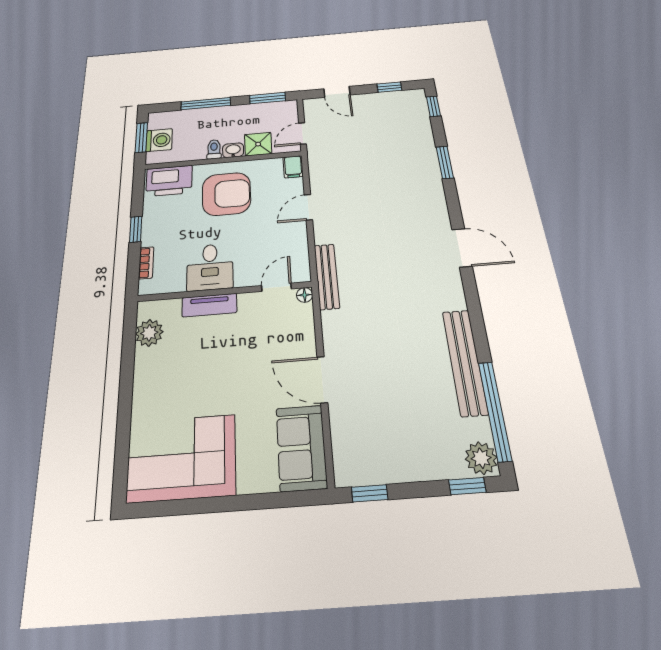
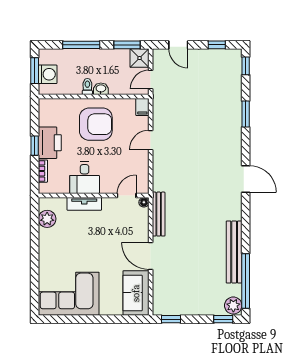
shower: (258, 144) -> (140, 58), moved
printer: (169, 181) -> (50, 143), moved, turned -90
bench: (327, 276) -> (159, 214), moved

